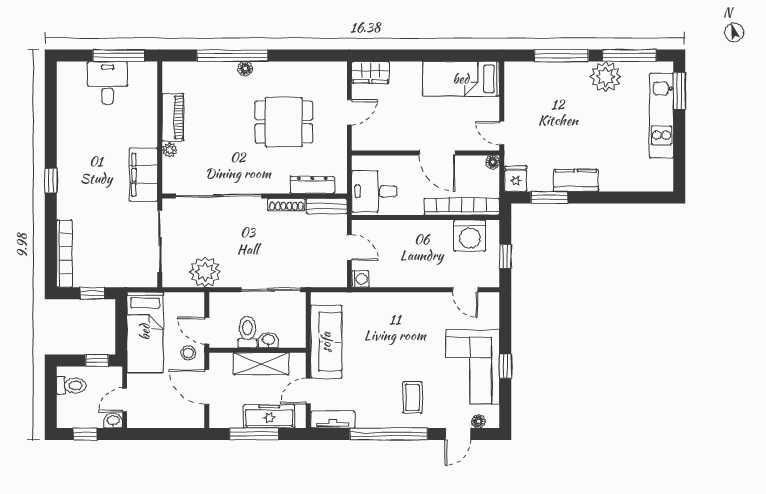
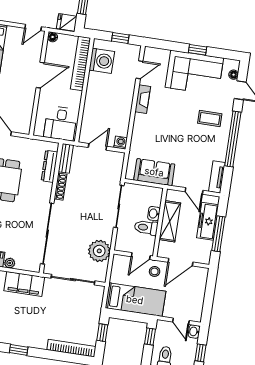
fireplace: (425, 300) -> (143, 99), added
sofa: (326, 342) -> (154, 172), width x0.73

